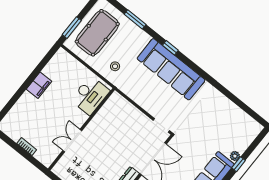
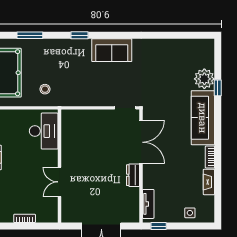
sofa: (171, 69) -> (112, 50), width x0.54, depth x0.79
plant: (235, 156) -> (204, 79), width x1.88, depth x1.88

